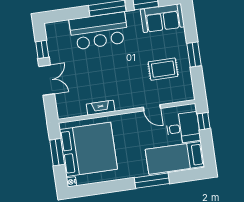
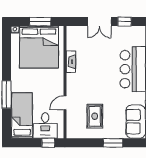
window: (194, 54) -> (113, 143), moved

